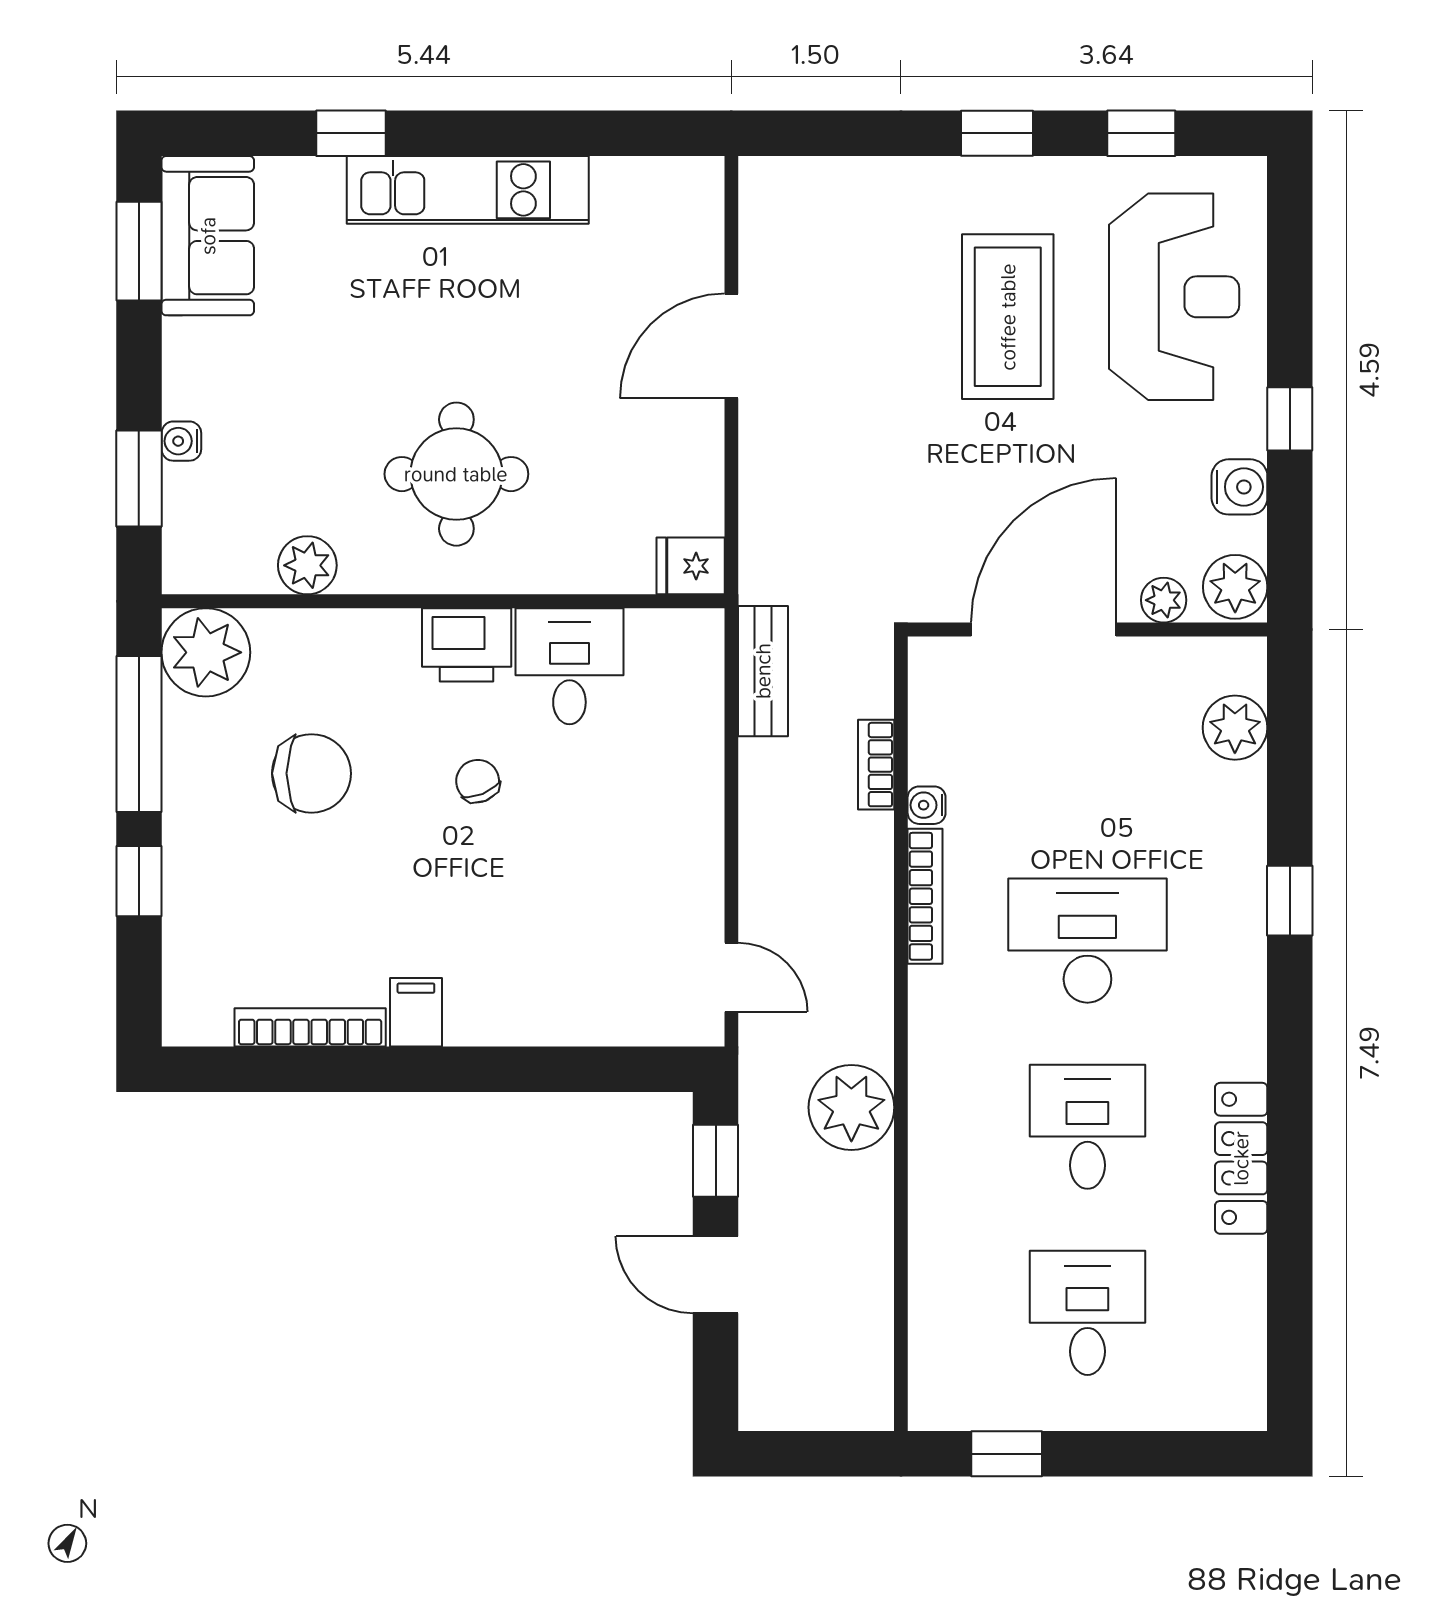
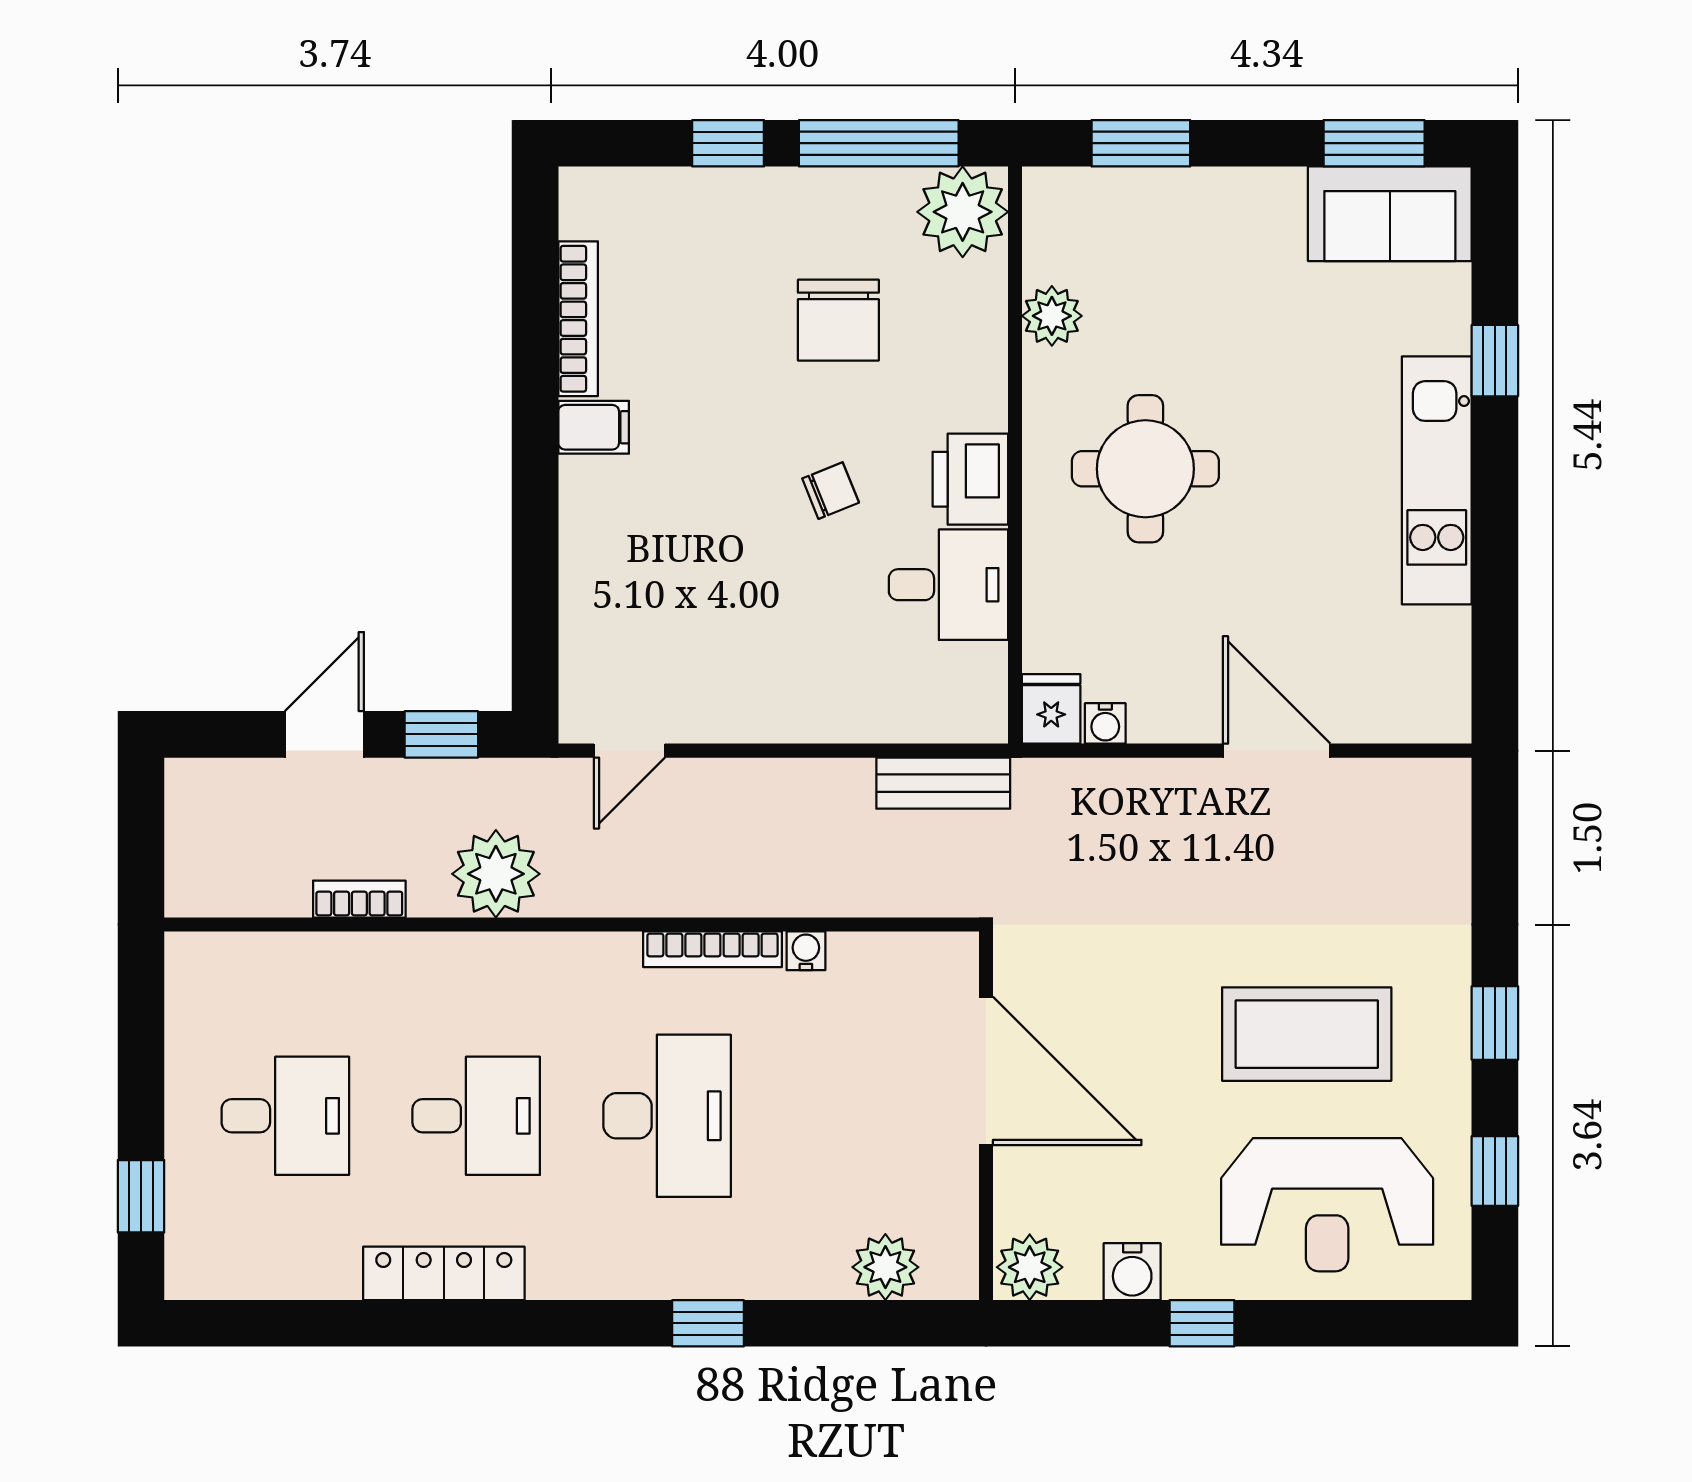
water cooler: (181, 441) -> (1105, 723), moved, turned 180
plant: (1164, 600) -> (1016, 1194), removed
bookcase: (876, 765) -> (359, 899), moved
window: (1007, 1454) -> (141, 1196), moved

